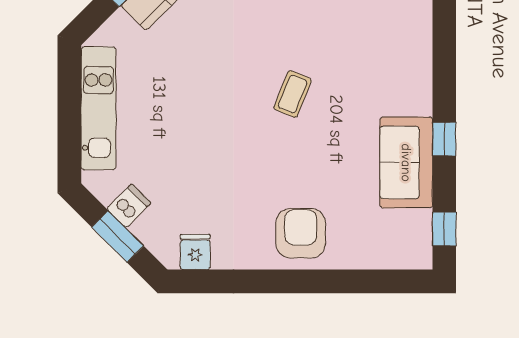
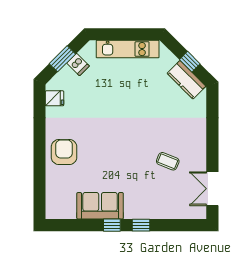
coffee table: (293, 94) -> (168, 161), moved
window: (444, 229) -> (141, 225), moved
armchair: (301, 233) -> (64, 152), turned -90

